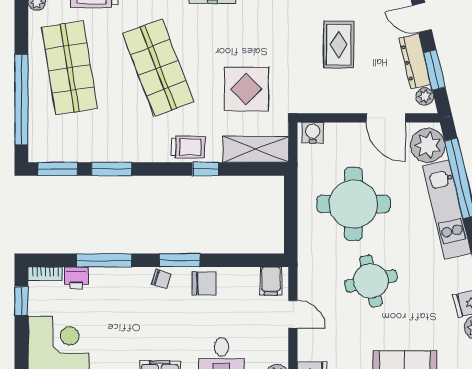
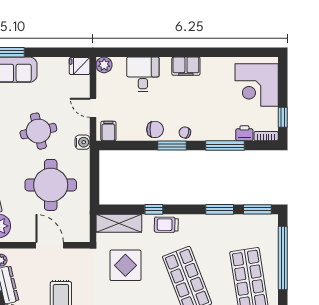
door: (386, 118) -> (50, 245), moved
water cooler: (313, 133) -> (83, 142), moved, turned -90
chair: (204, 283) -> (155, 129), turned 180

